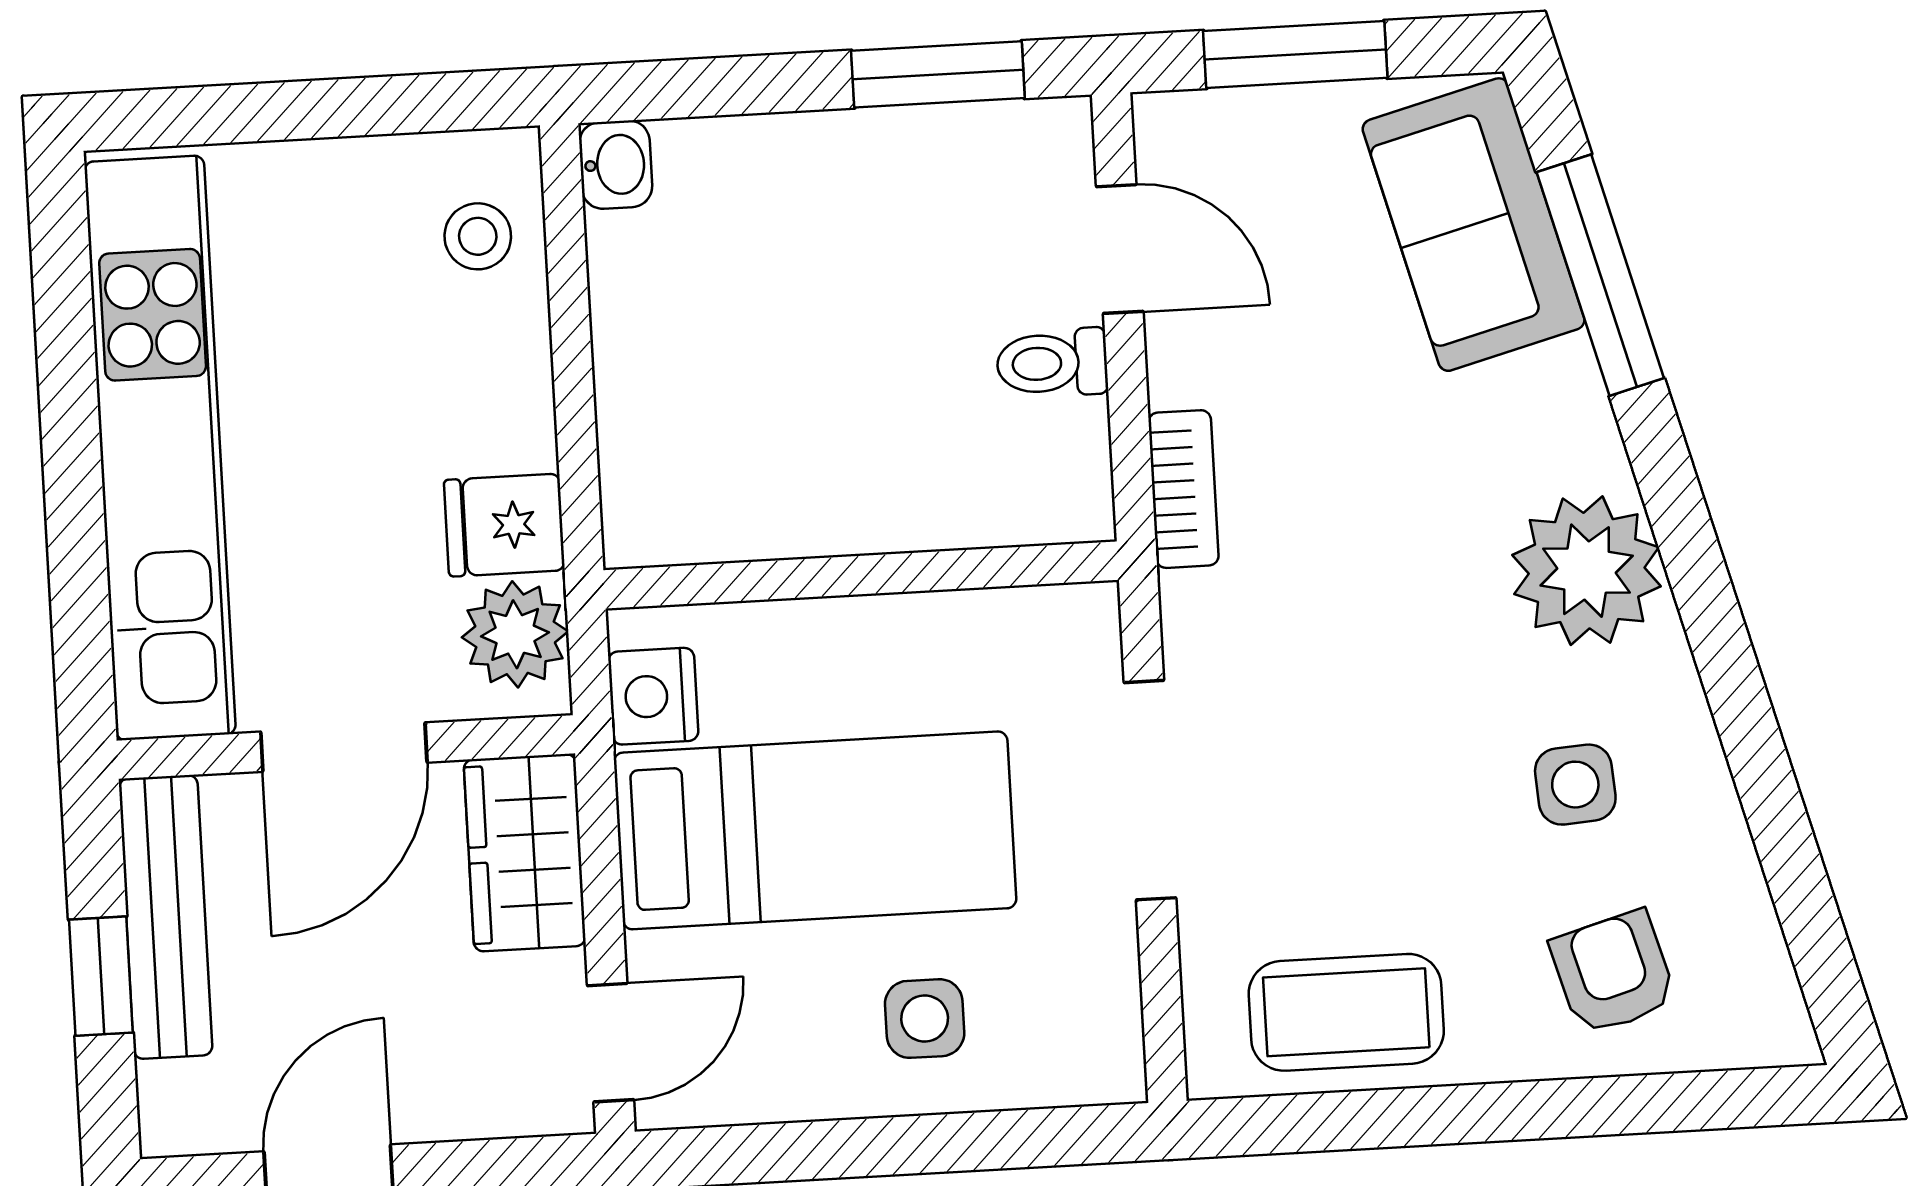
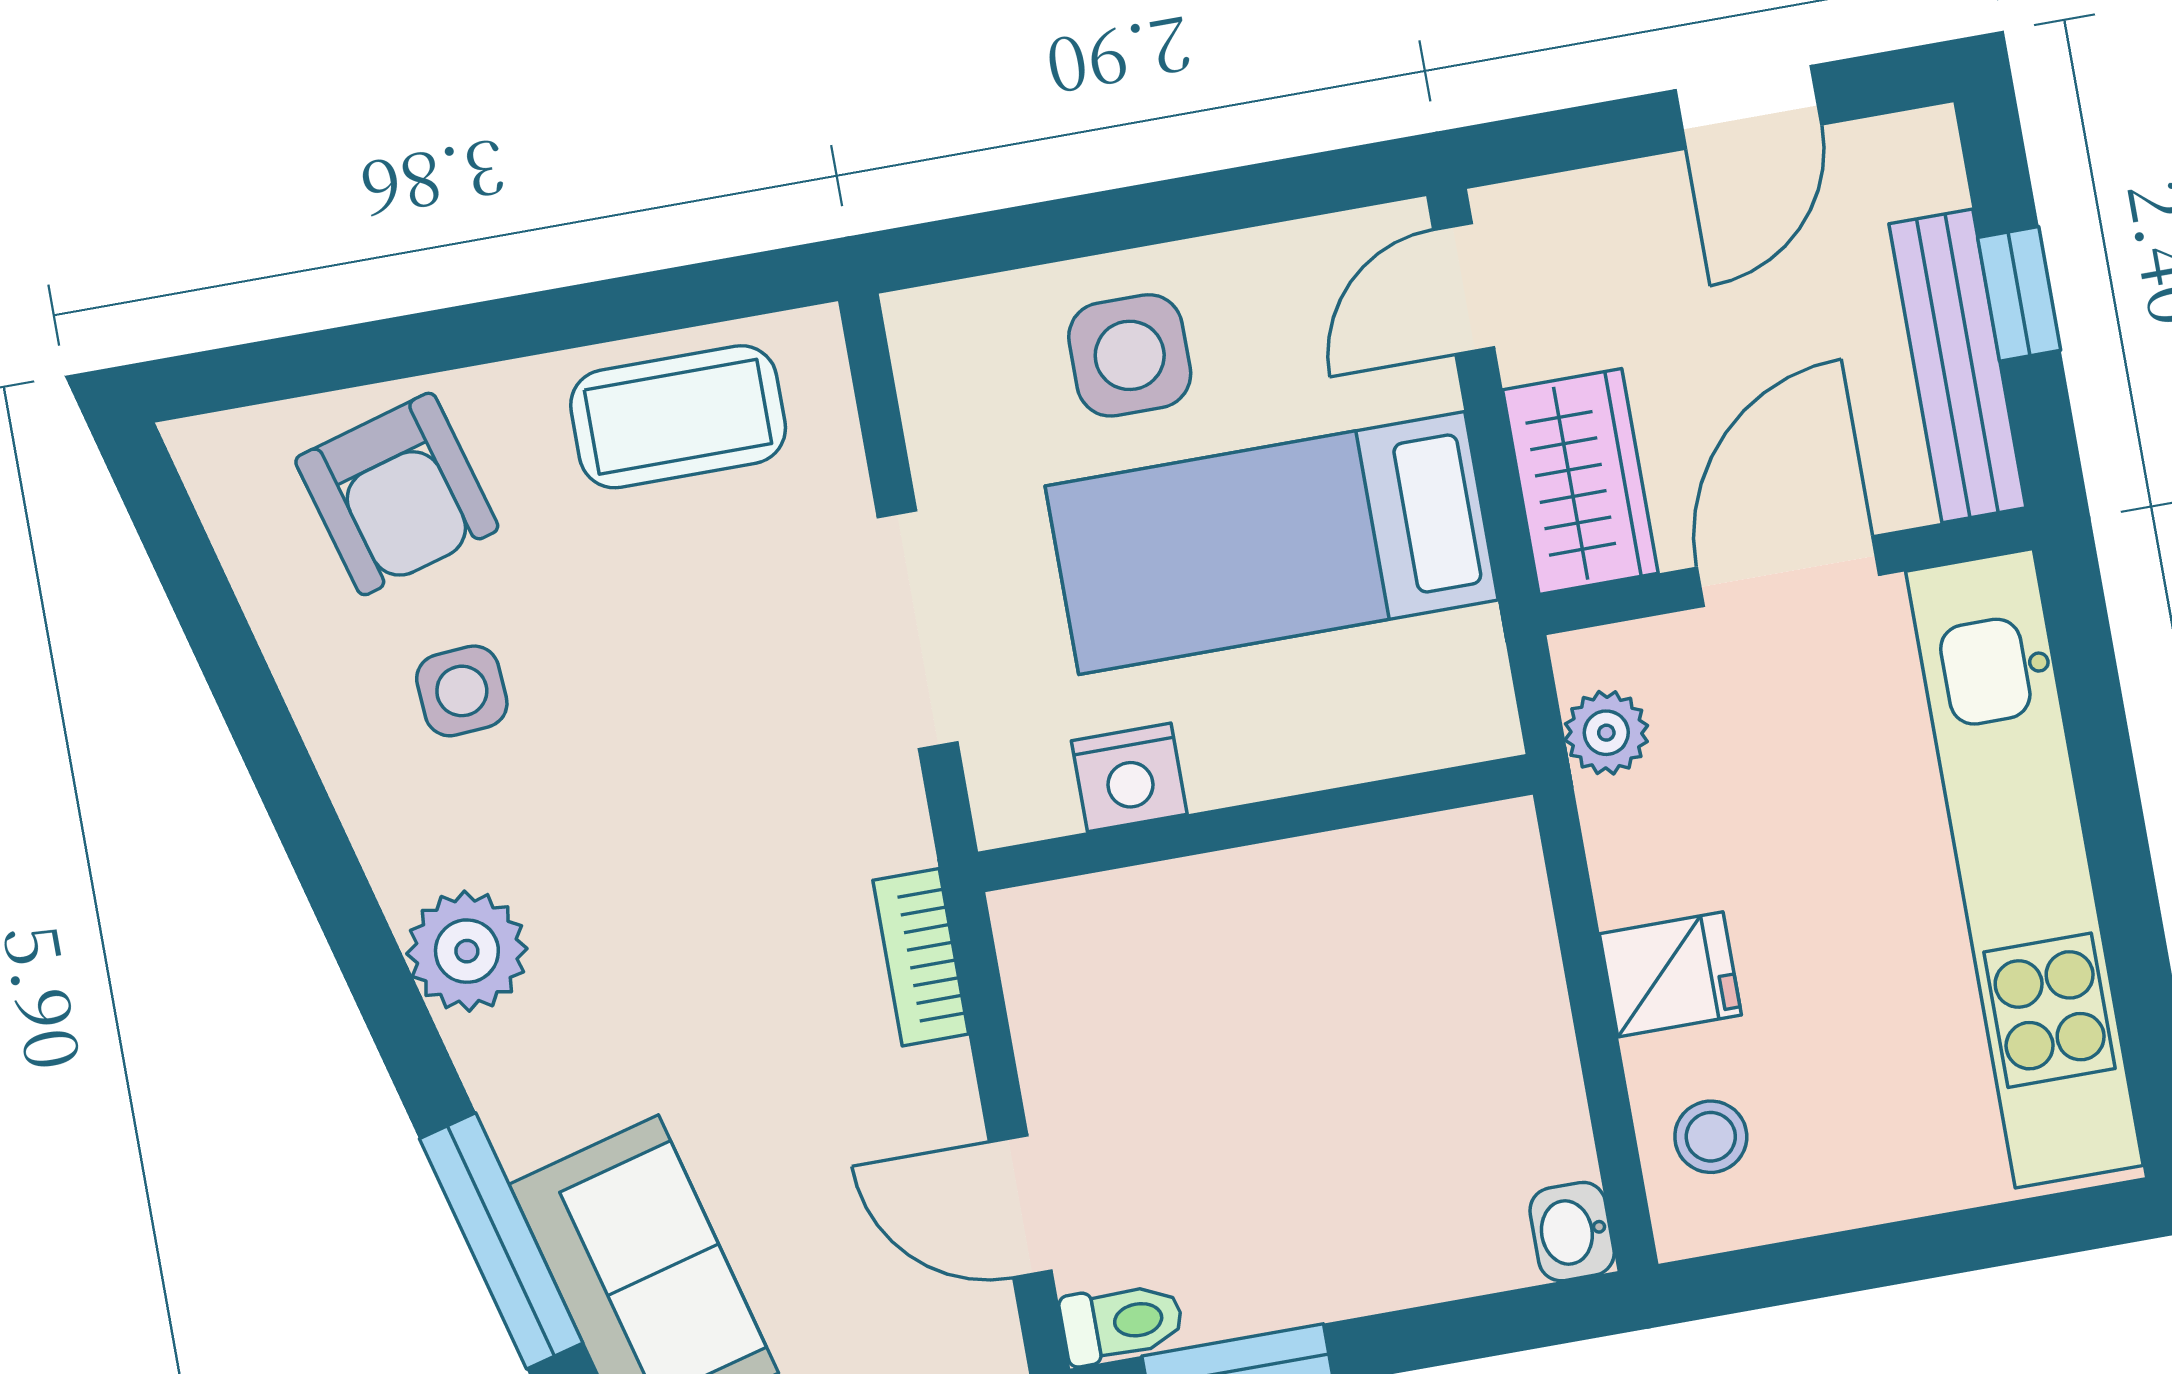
toilet: (1052, 363) -> (1122, 1323), moved
fridge: (504, 525) -> (1670, 974), moved
plant: (1587, 571) -> (467, 951), width x0.73, depth x0.73
plant: (515, 634) -> (1606, 733), width x0.73, depth x0.73
nightstand: (653, 696) -> (1129, 777), moved, turned 90
armchair: (1613, 973) -> (397, 494), width x1.38, depth x1.38
side table: (925, 1019) -> (1130, 355), width x1.37, depth x1.37

